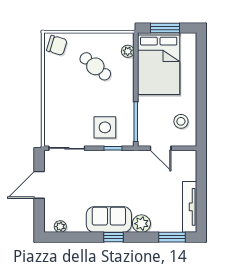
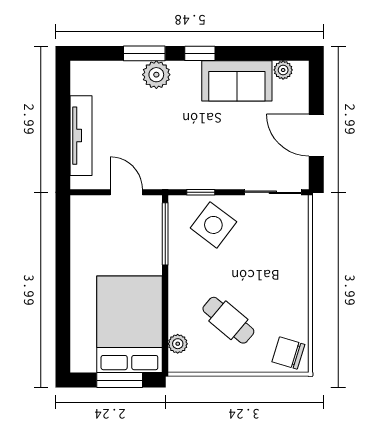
stool: (181, 121) -> (95, 234), removed
side table: (105, 127) -> (213, 225), turned 37
door: (39, 185) -> (316, 135), swing flipped
tv unit: (190, 207) -> (81, 136), moved
sofa: (109, 220) -> (237, 81), moved
window: (172, 237) -> (144, 53), moved

